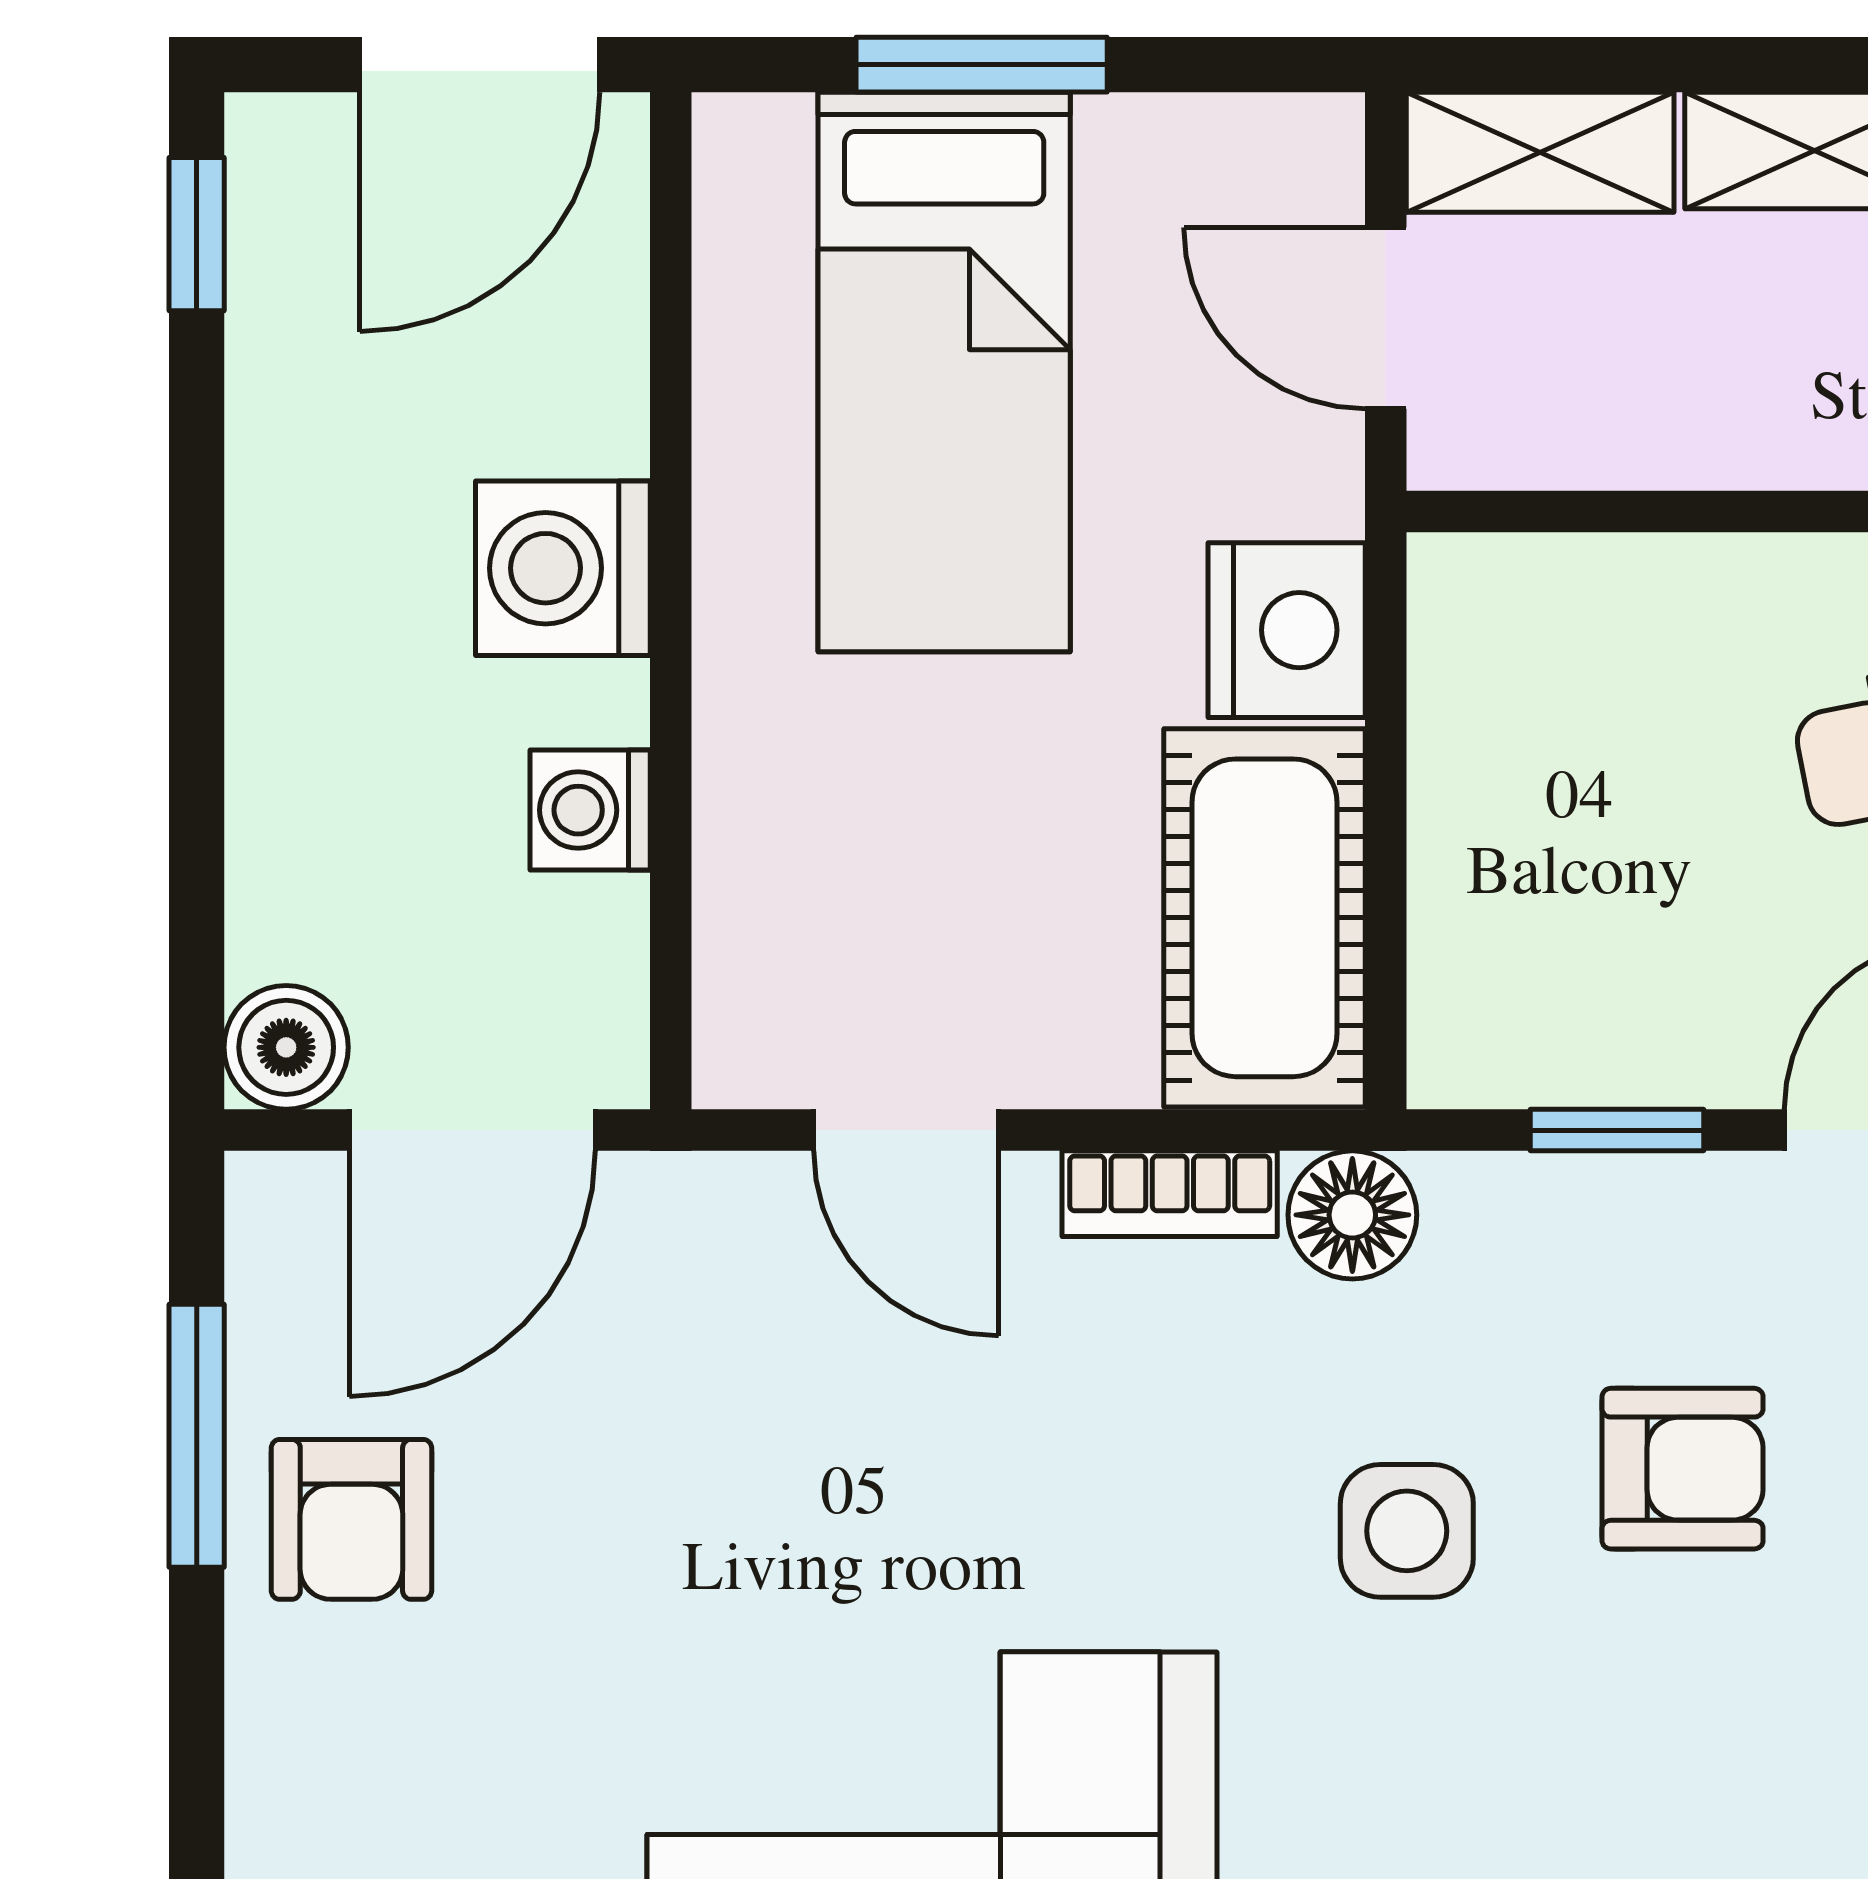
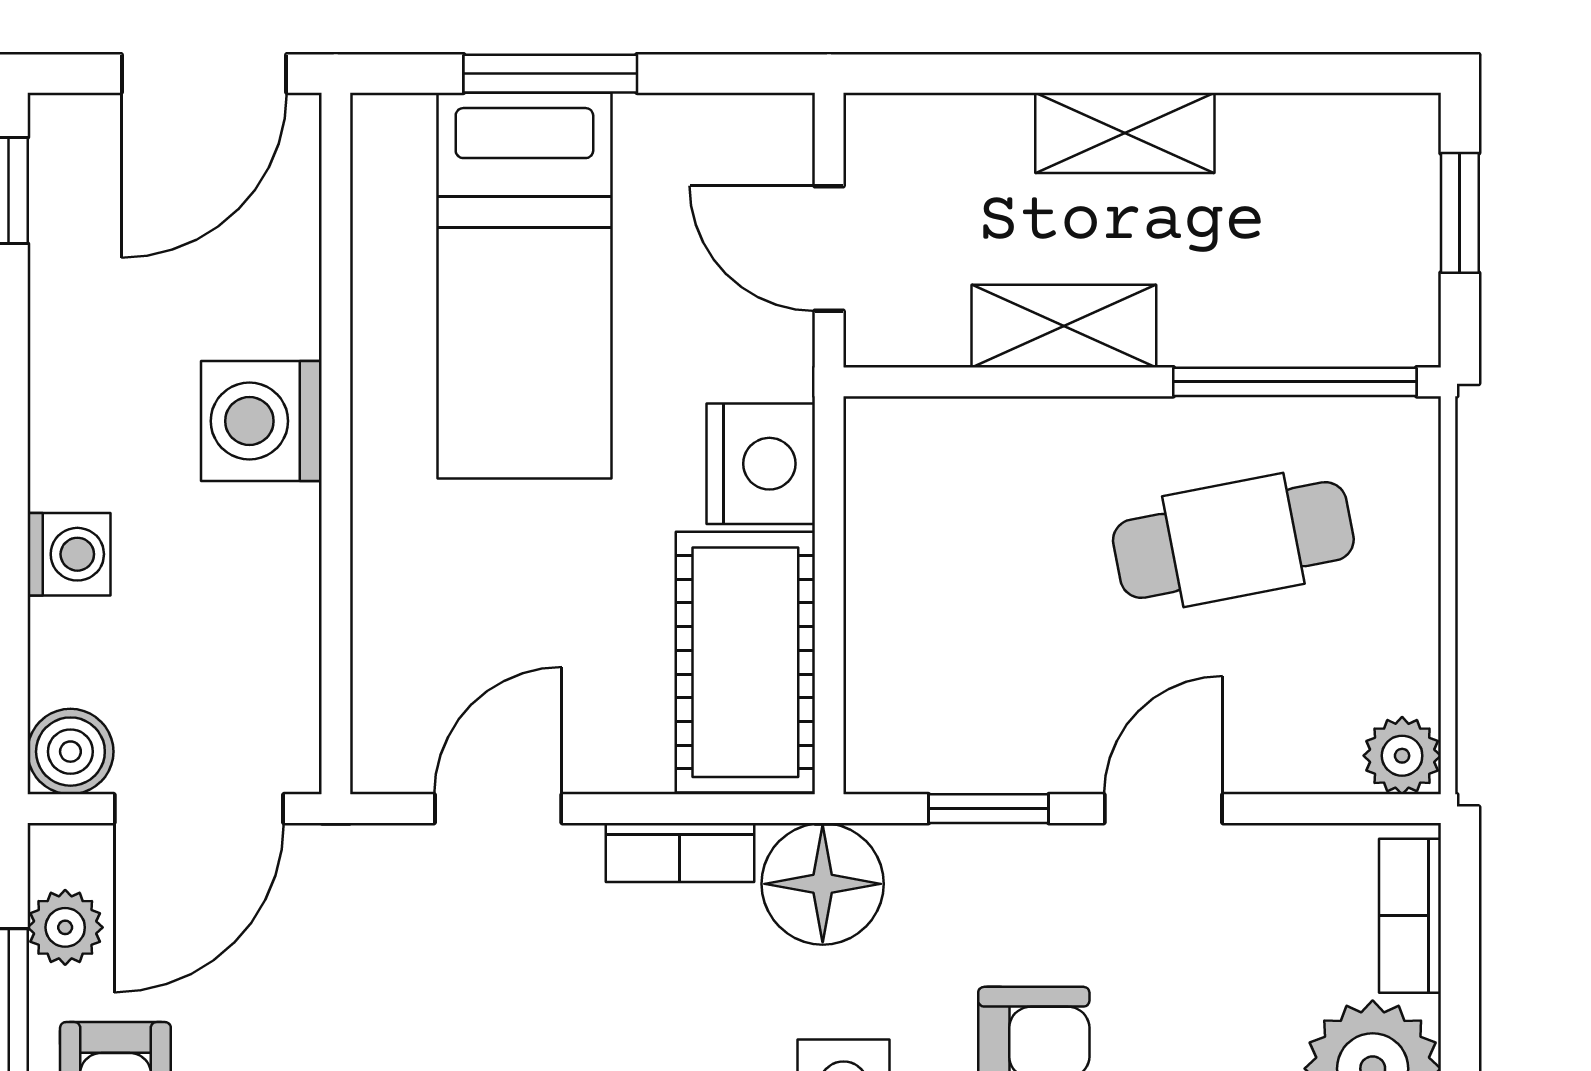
shelving: (1540, 152) -> (1064, 326), moved
washing machine: (590, 810) -> (69, 554), moved, turned 180
door: (906, 1130) -> (498, 809), swing flipped
floor lamp: (1352, 1215) -> (823, 884), width x1.38, depth x1.38
plant: (279, 1302) -> (65, 927), added

